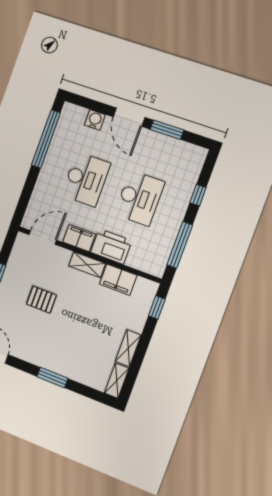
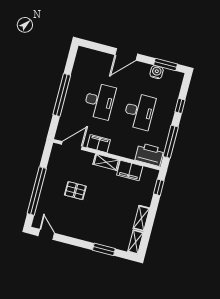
door: (129, 117) -> (126, 54), hinge flipped
water cooler: (95, 120) -> (157, 72), moved
window: (167, 130) -> (165, 64), moved
window: (46, 139) -> (62, 95), moved
printer: (111, 247) -> (149, 154), moved
window: (52, 378) -> (104, 249), moved

